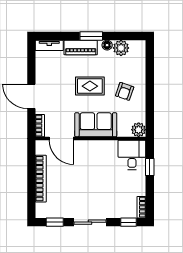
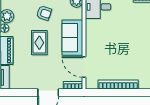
door: (61, 139) -> (84, 67), swing flipped

